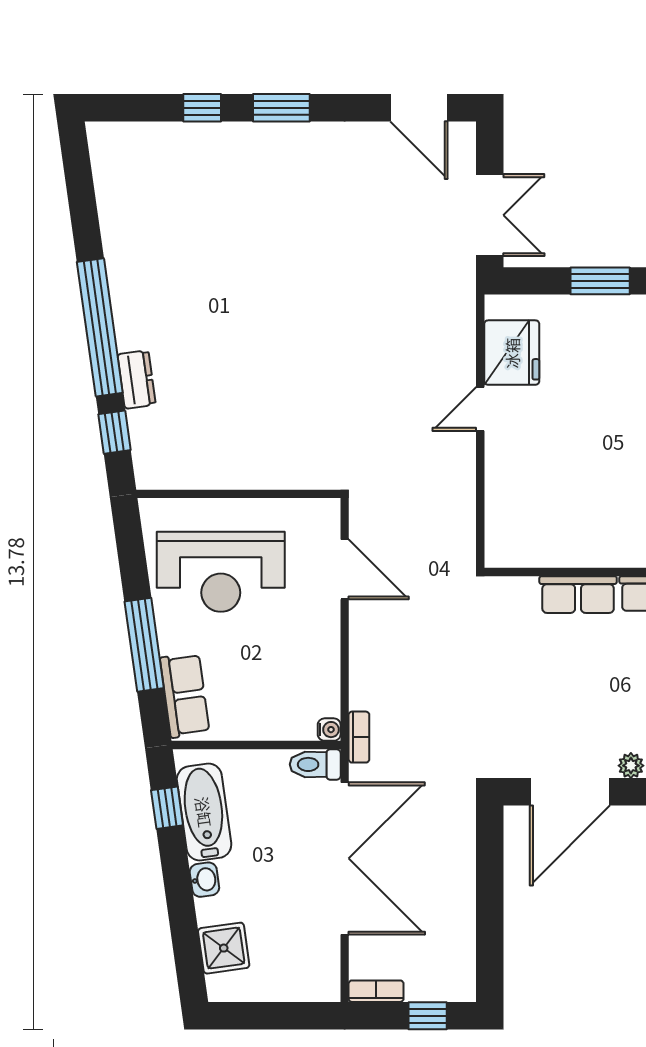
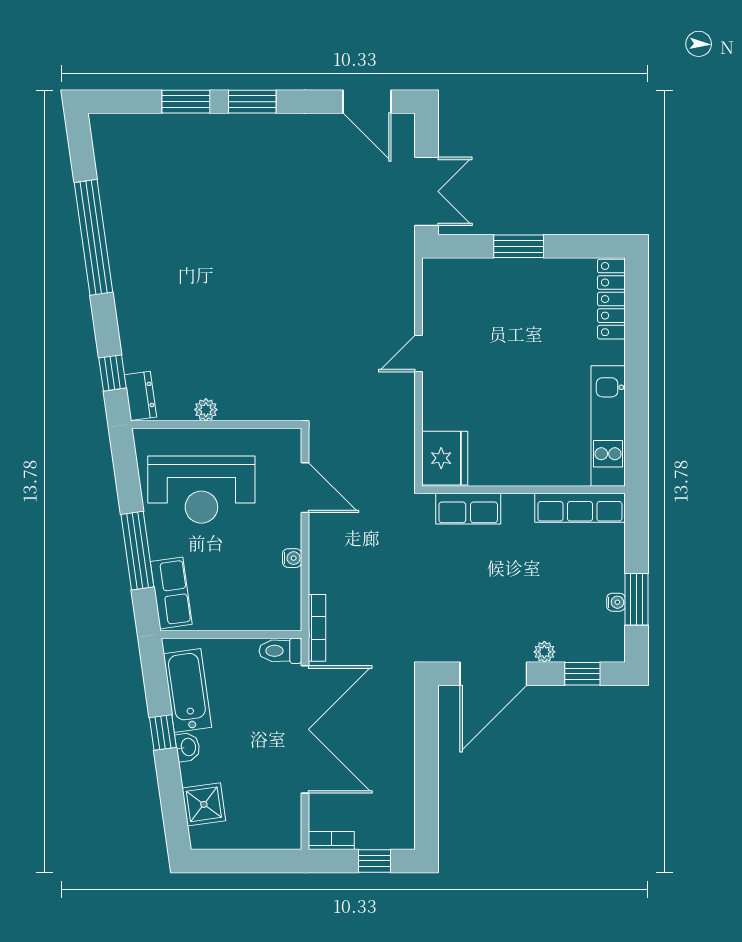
window: (202, 108) -> (186, 102), width x1.50
window: (100, 327) -> (94, 237), moved
fridge: (512, 353) -> (445, 458), moved
dresser: (137, 379) -> (140, 396), moved
plant: (226, 476) -> (206, 410), added
row of seats: (578, 595) -> (468, 509), moved
water cooler: (329, 730) -> (292, 558), moved
bookcase: (359, 737) -> (317, 628), width x1.56
window: (167, 808) -> (163, 732), moved

